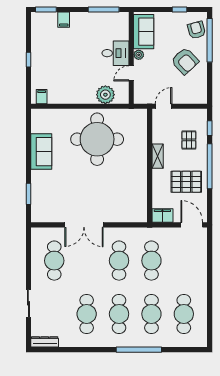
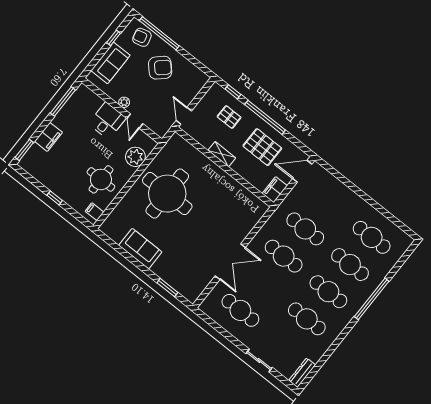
filing cabinet: (64, 20) -> (49, 137), width x2.00
sofa: (144, 32) -> (111, 63), moved, turned 90
round table: (69, 83) -> (101, 179), added
pallet: (186, 182) -> (262, 147), turned 90

